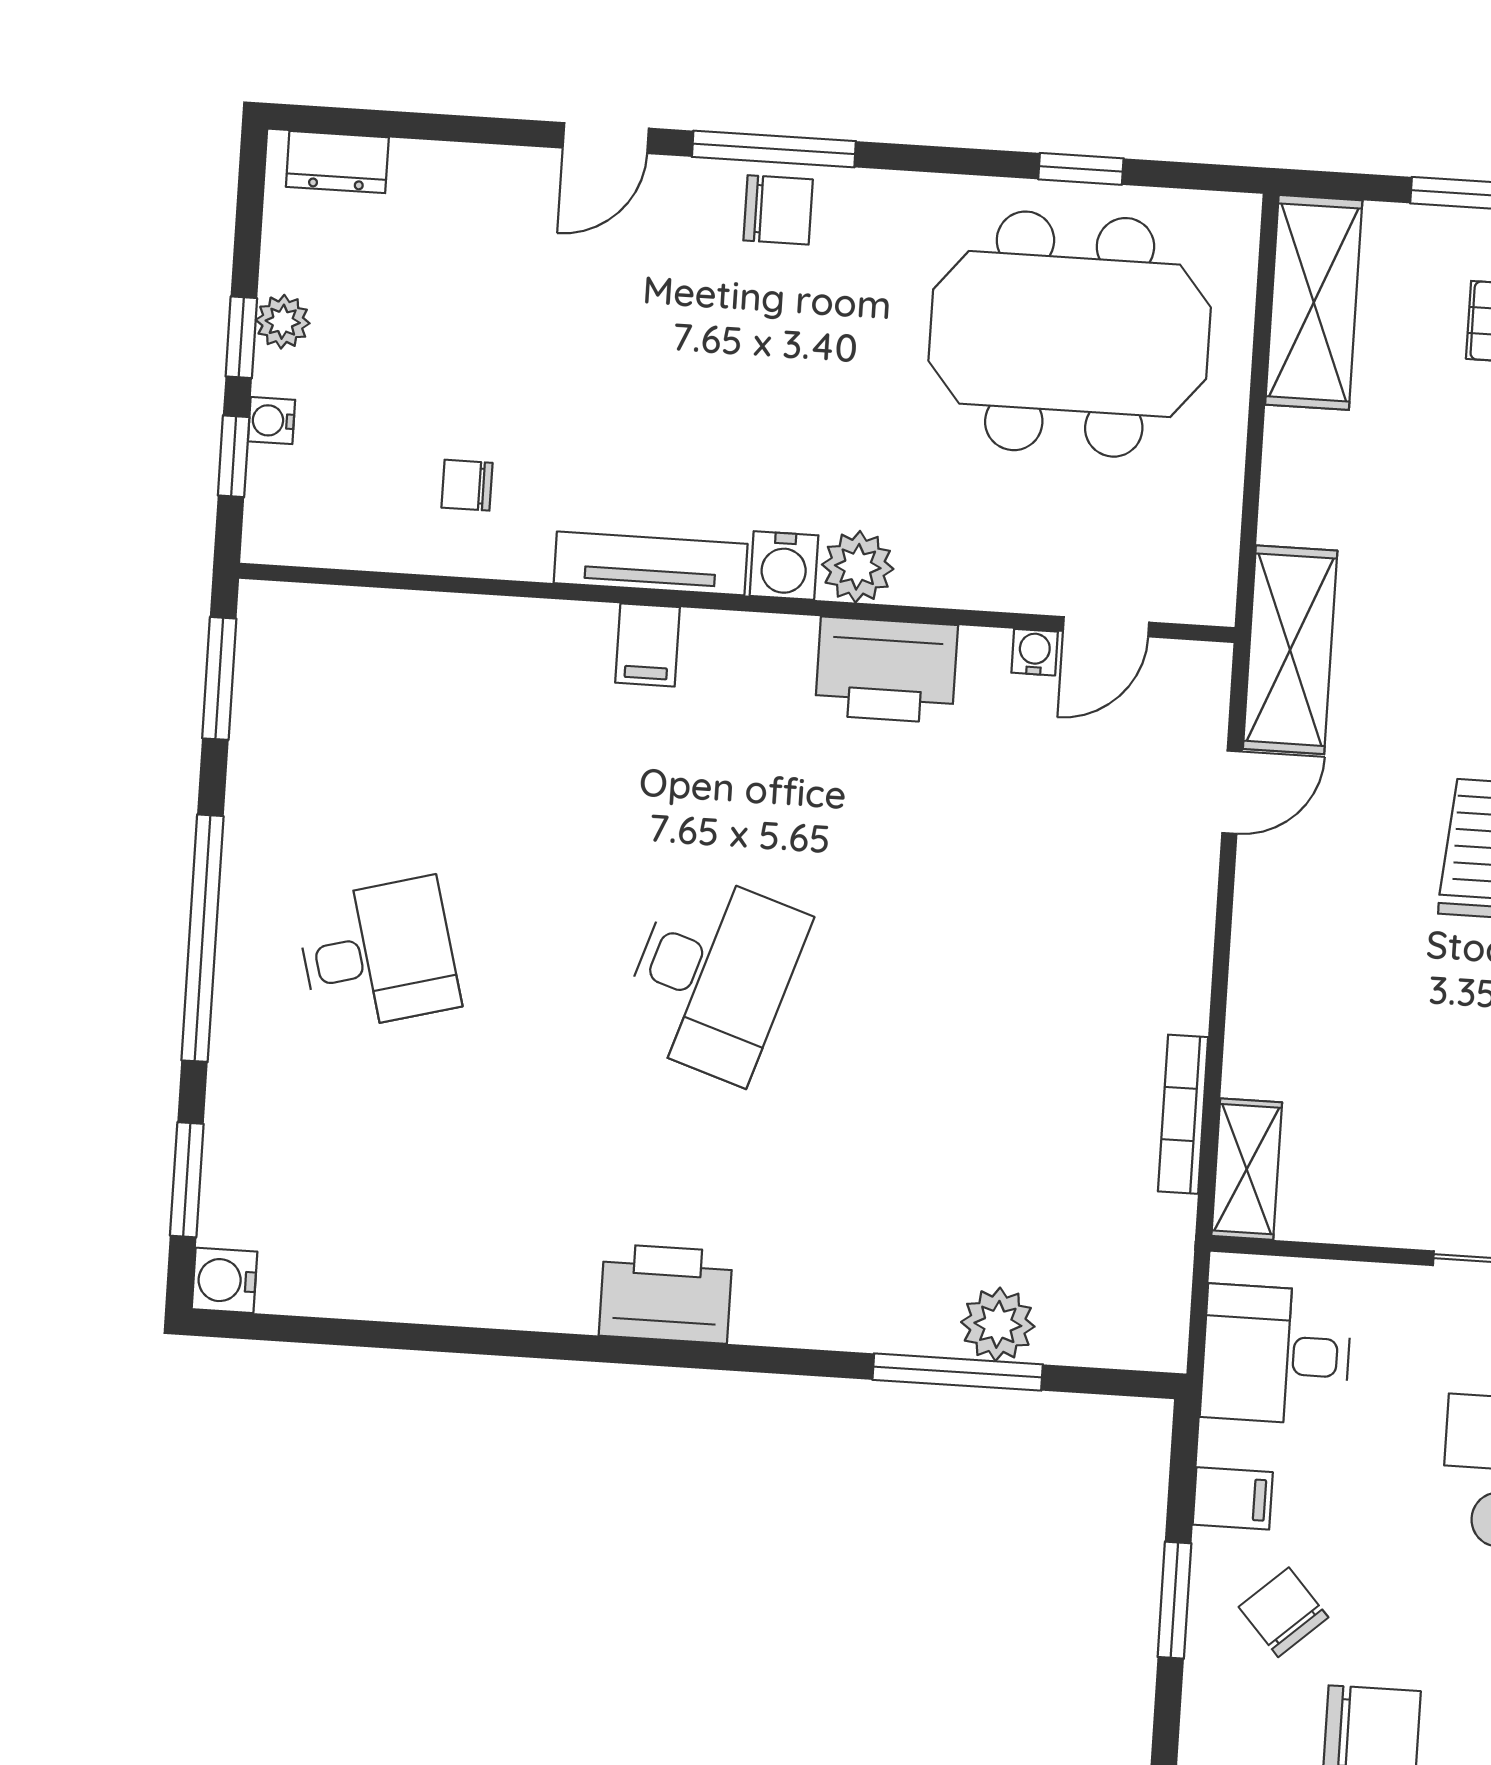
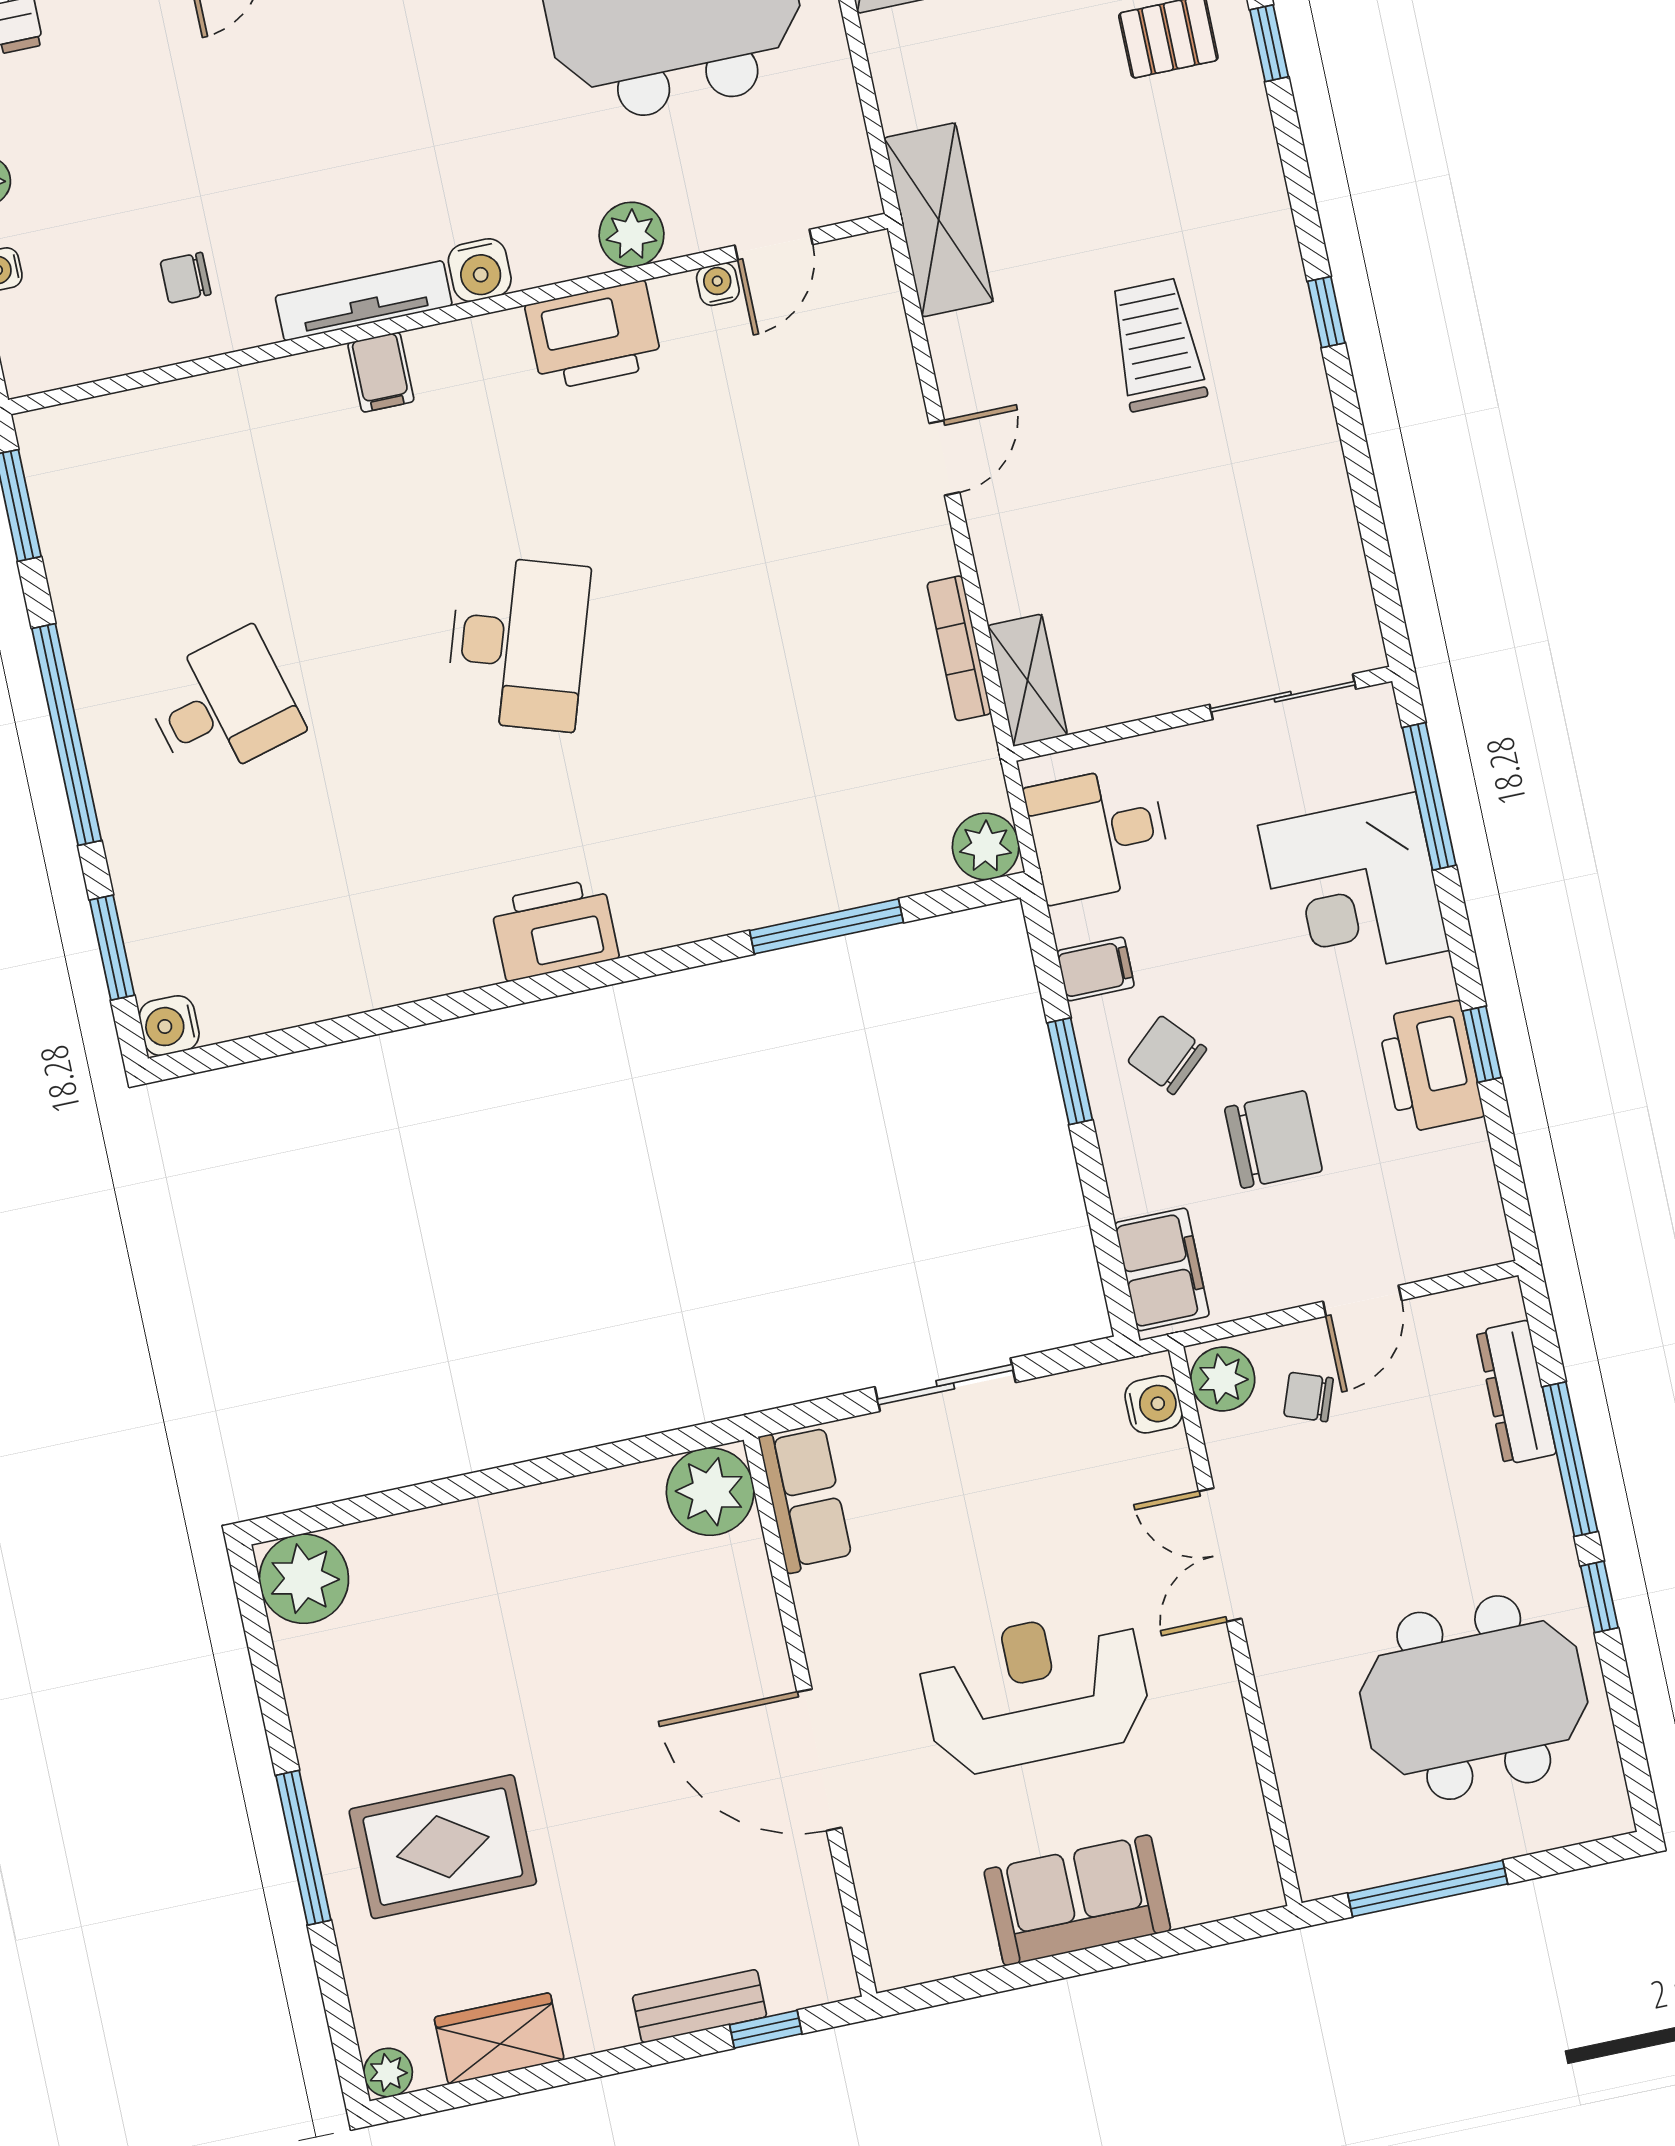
plant: (858, 567) -> (632, 235), moved
door: (1232, 792) -> (944, 458), moved
plant: (998, 1324) -> (986, 846), moved

